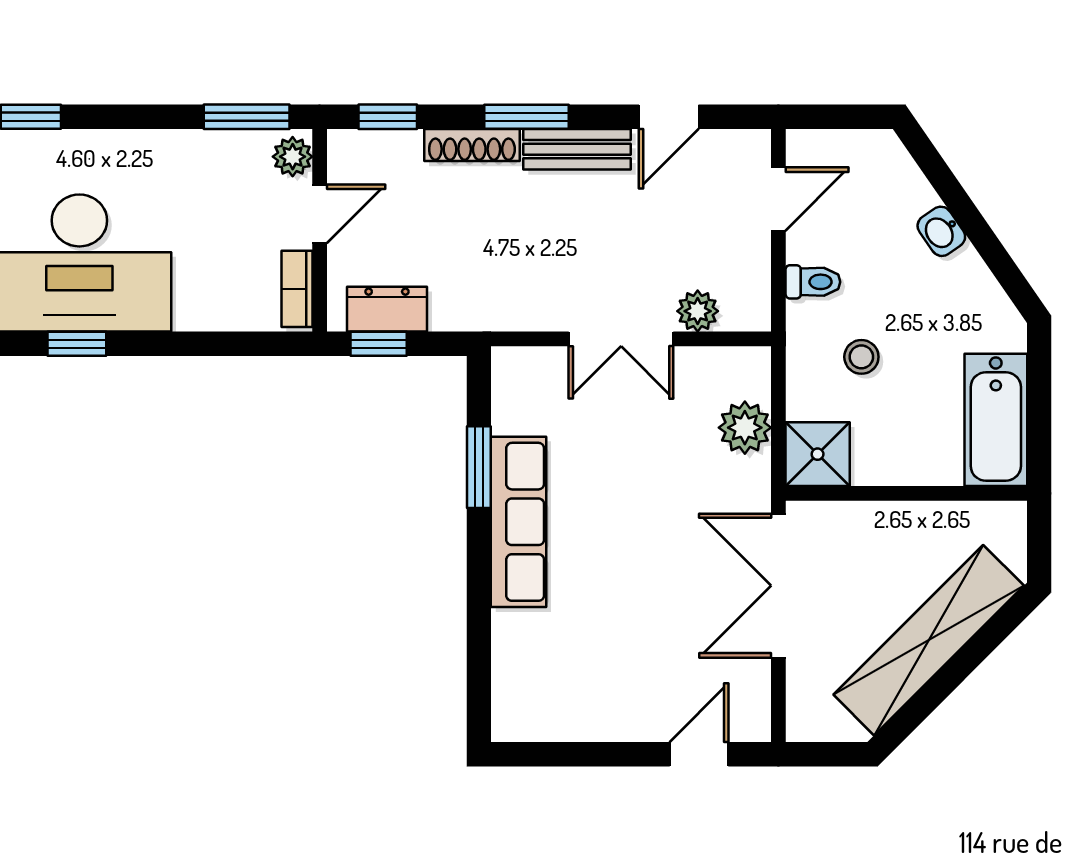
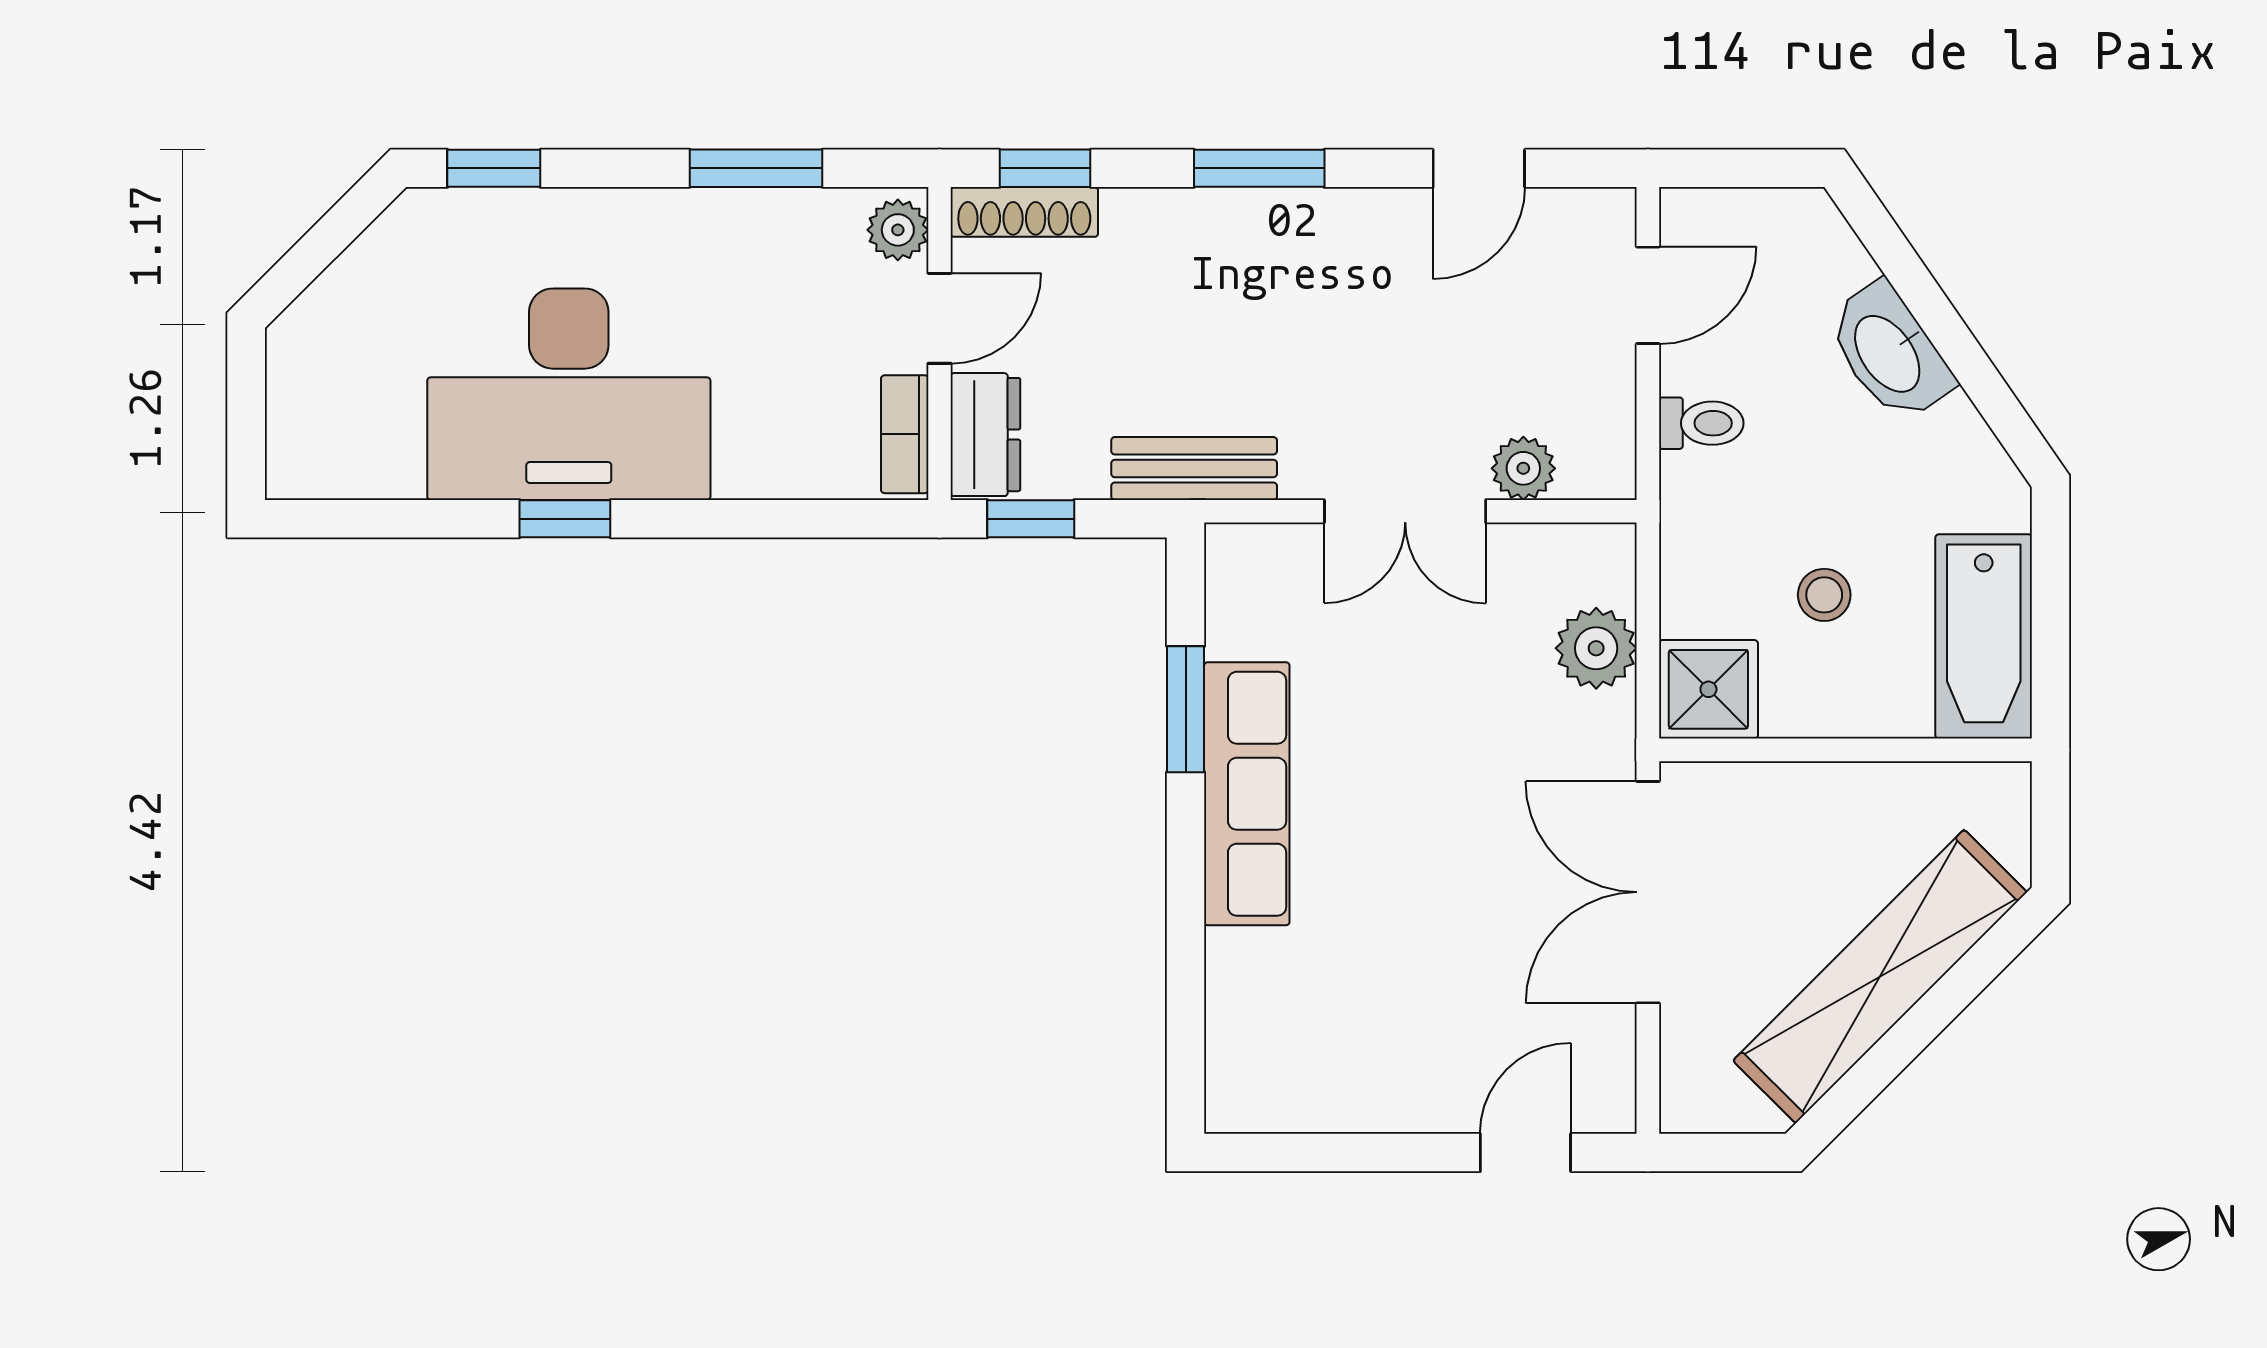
window: (247, 117) -> (756, 168), moved
shoe rack: (472, 145) -> (1024, 212), moved
bench: (577, 149) -> (1194, 468), moved
washbasin: (941, 231) -> (1889, 352), width x1.91, depth x1.45
dresser: (387, 309) -> (985, 435), moved, turned 90
stool: (861, 357) -> (1824, 595), moved

